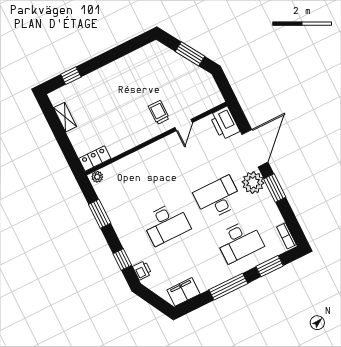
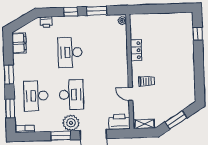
shelving: (65, 117) -> (144, 124), moved
locker: (95, 159) -> (136, 50), moved
window: (122, 259) -> (71, 12), moved
window: (228, 287) -> (9, 75), width x0.69

